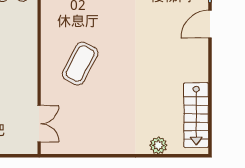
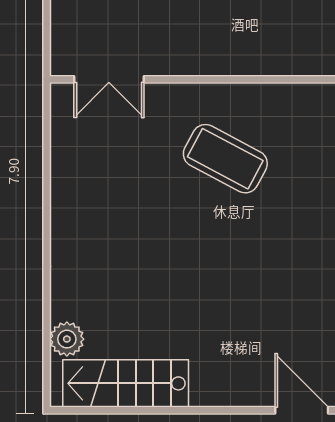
plant: (158, 145) -> (67, 339), moved

